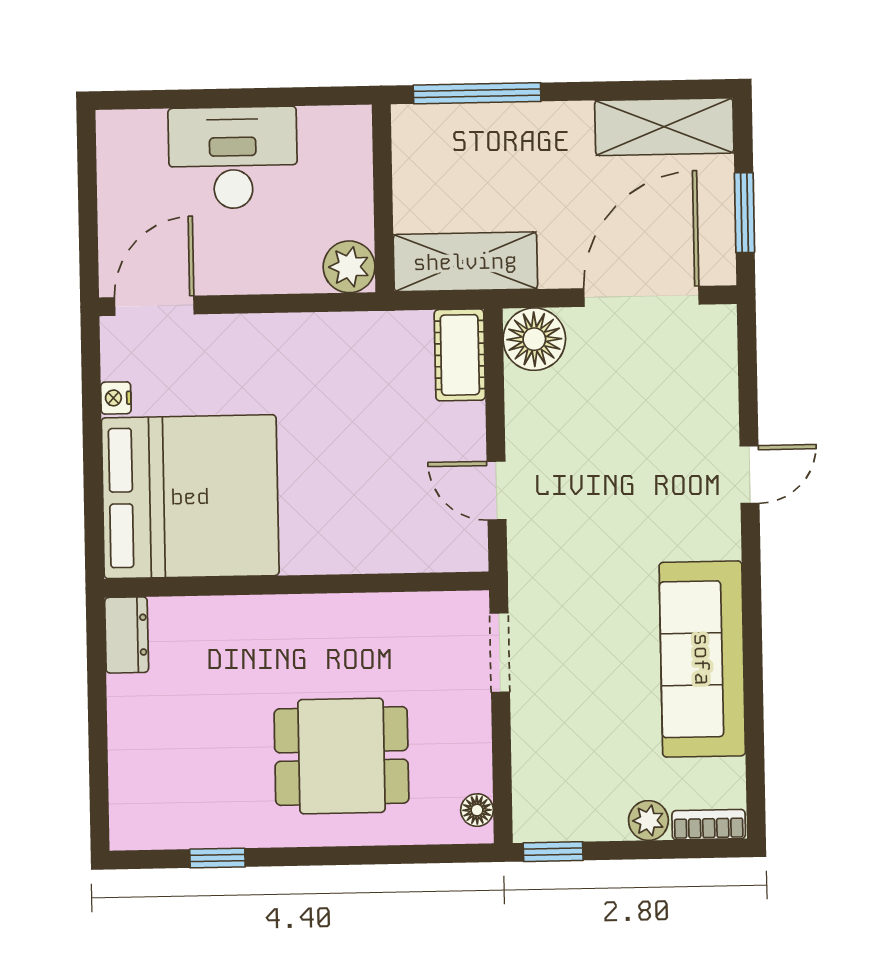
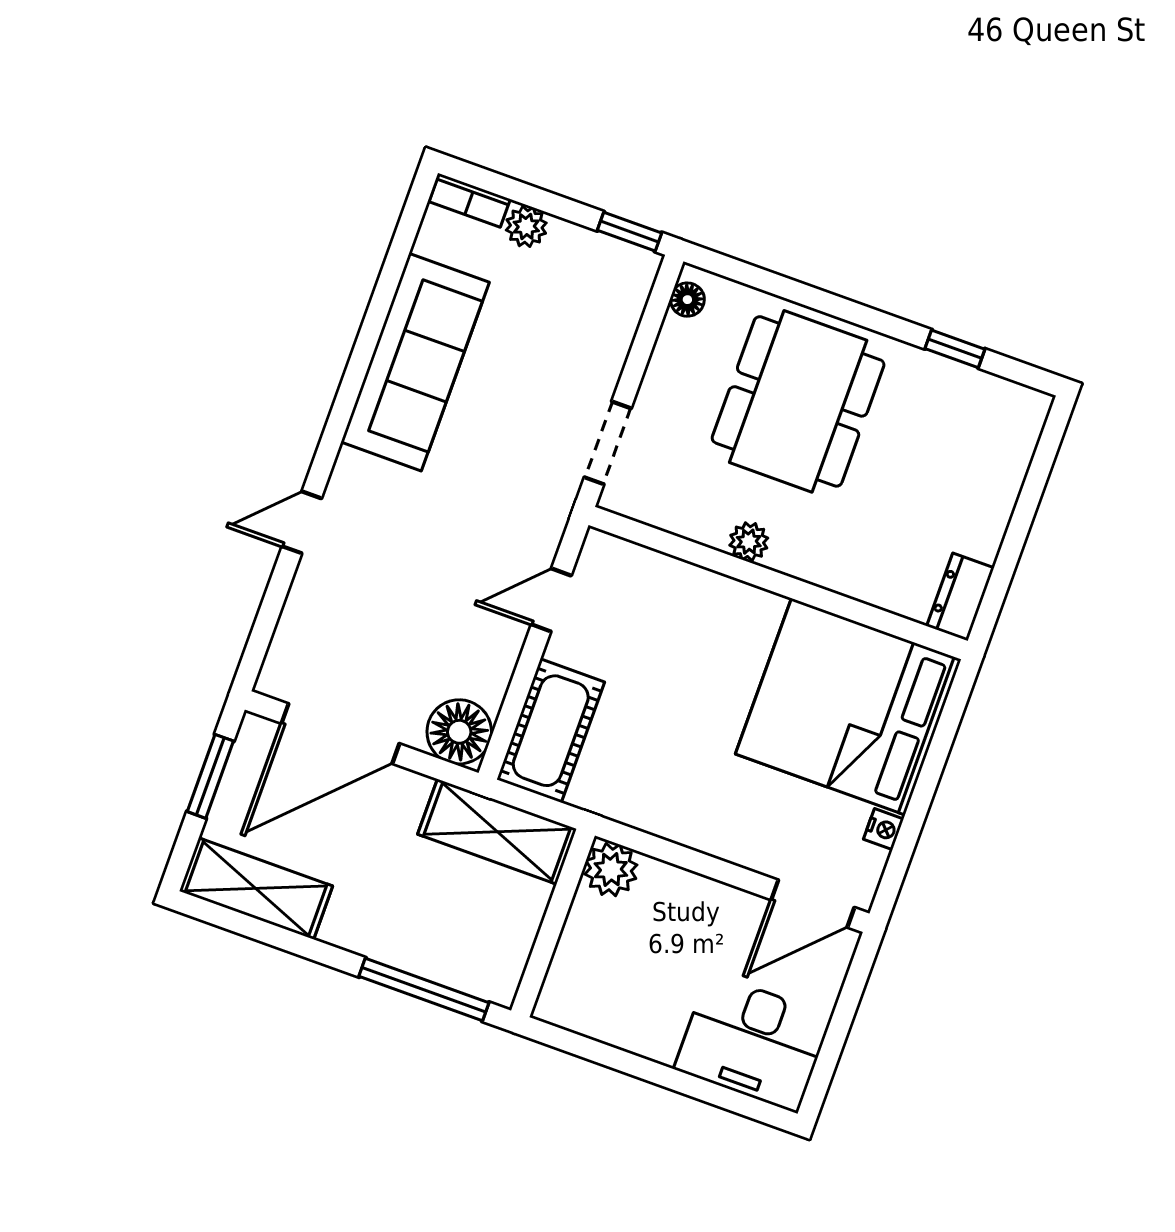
desk: (233, 158) -> (753, 1043), moved
cot: (460, 355) -> (551, 731), width x1.37, depth x1.34
door: (497, 491) -> (551, 600), swing flipped
plant: (338, 612) -> (749, 542), added
dining table: (341, 756) -> (798, 401), width x1.38

